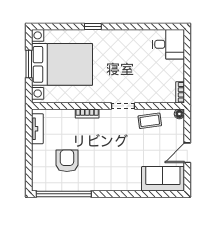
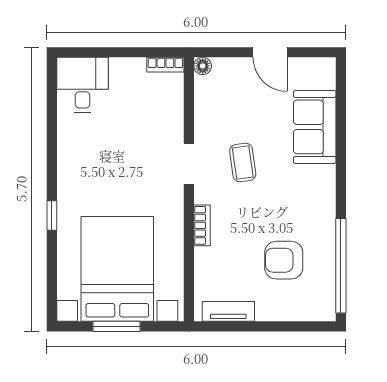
coffee table: (150, 121) -> (243, 162), moved
sofa: (163, 179) -> (315, 127), moved

